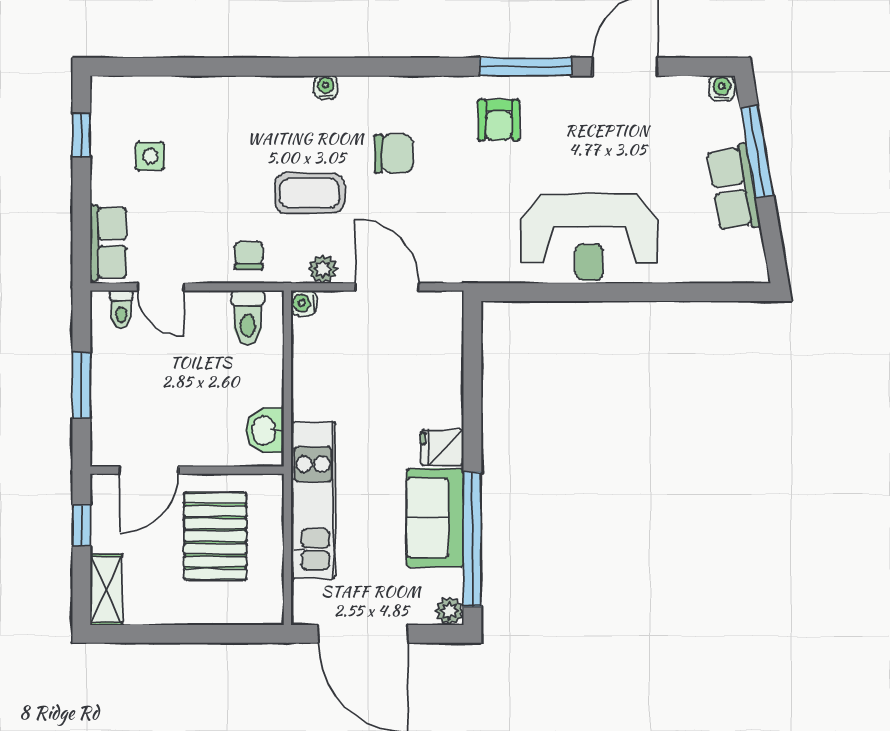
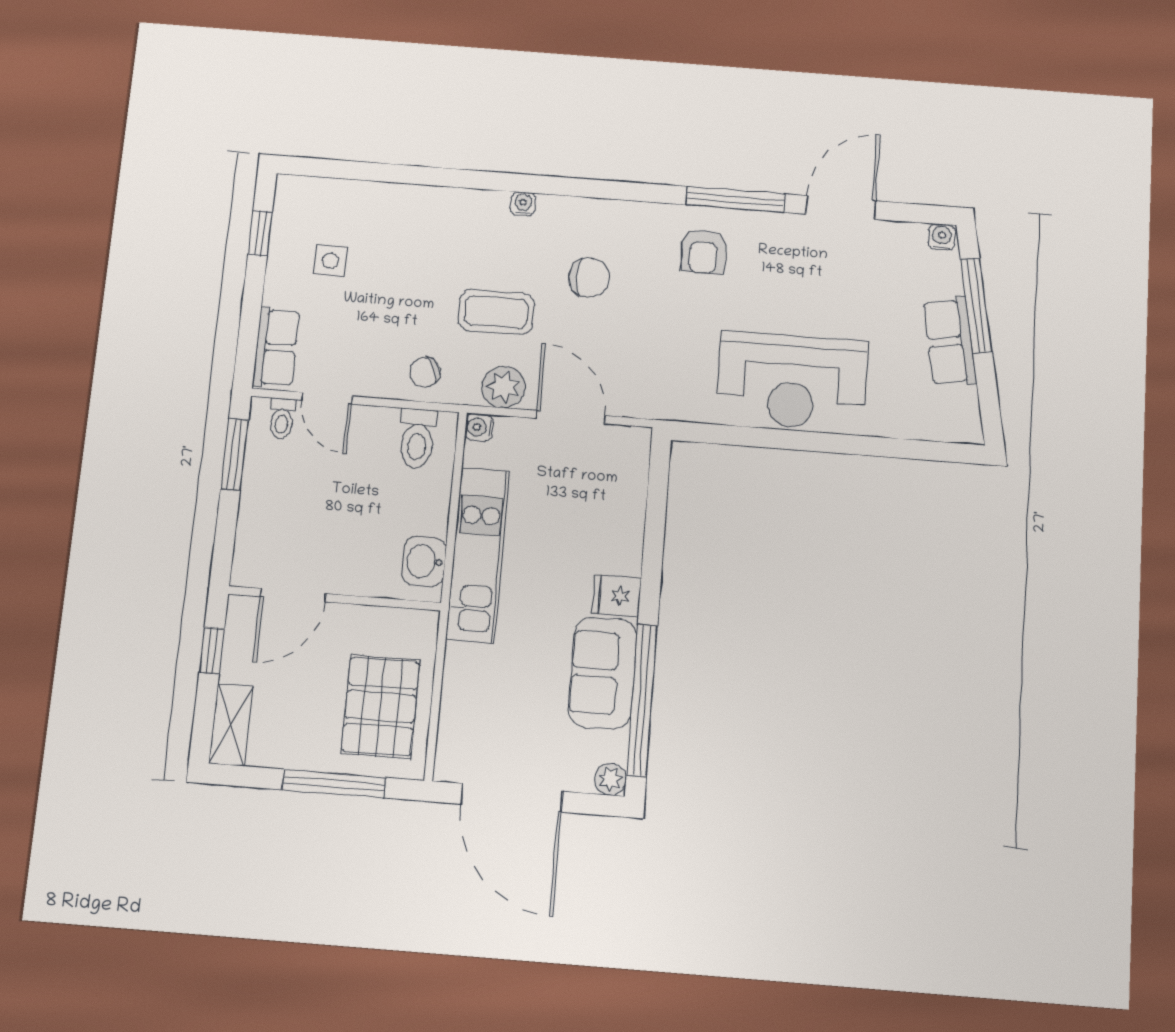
chair: (249, 255) -> (425, 372), turned -114
plant: (323, 269) -> (504, 387), width x1.38, depth x1.38
window: (81, 385) -> (235, 454), moved
kitchen unit: (313, 500) -> (478, 555), moved
pallet: (215, 536) -> (380, 706), moved
window: (204, 634) -> (334, 784), added

